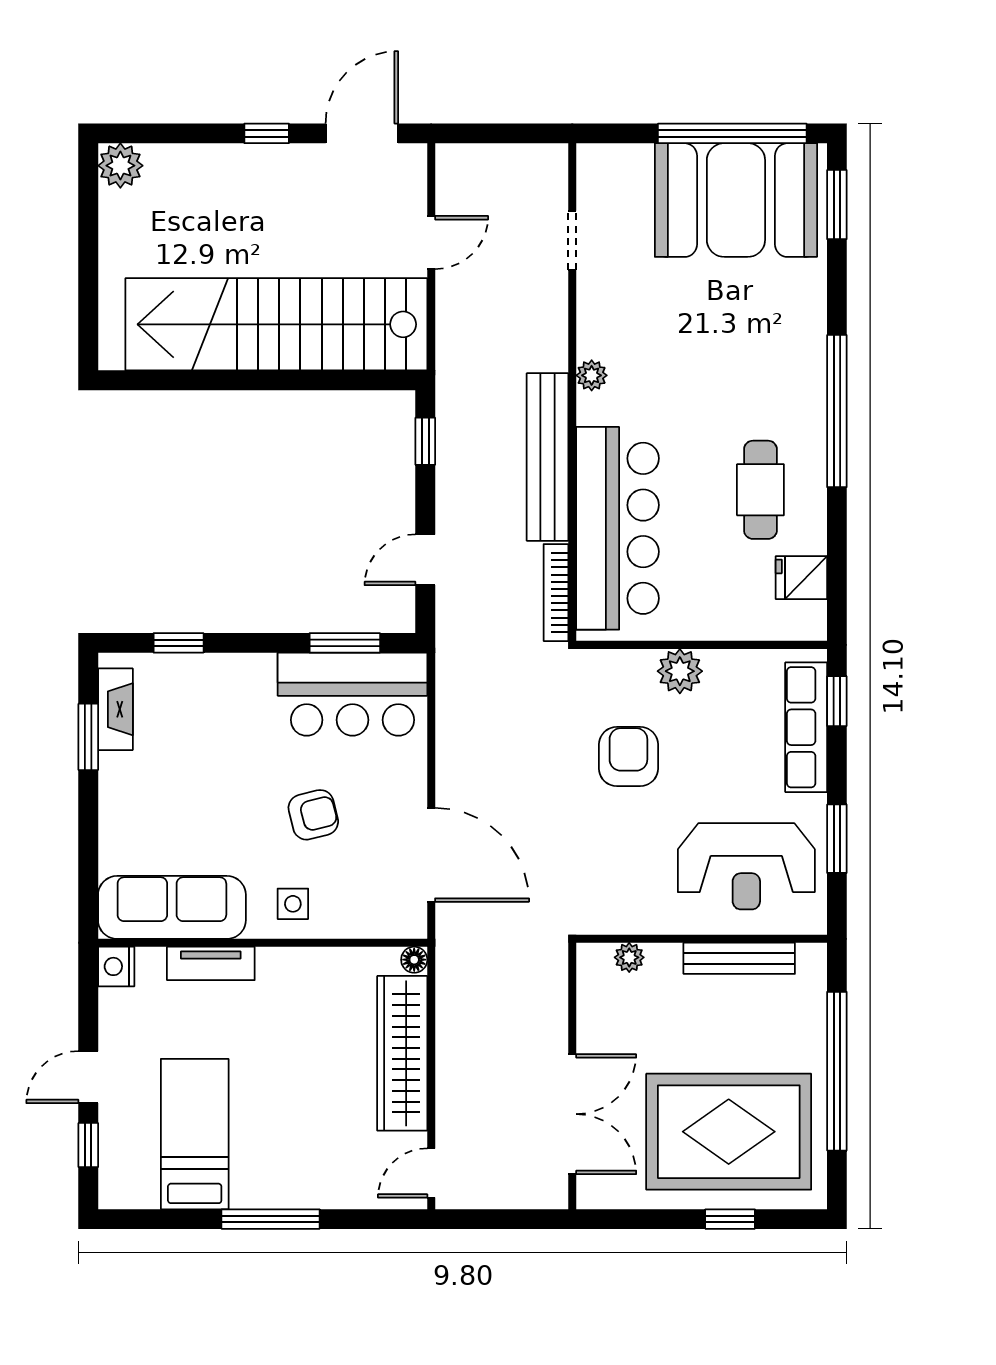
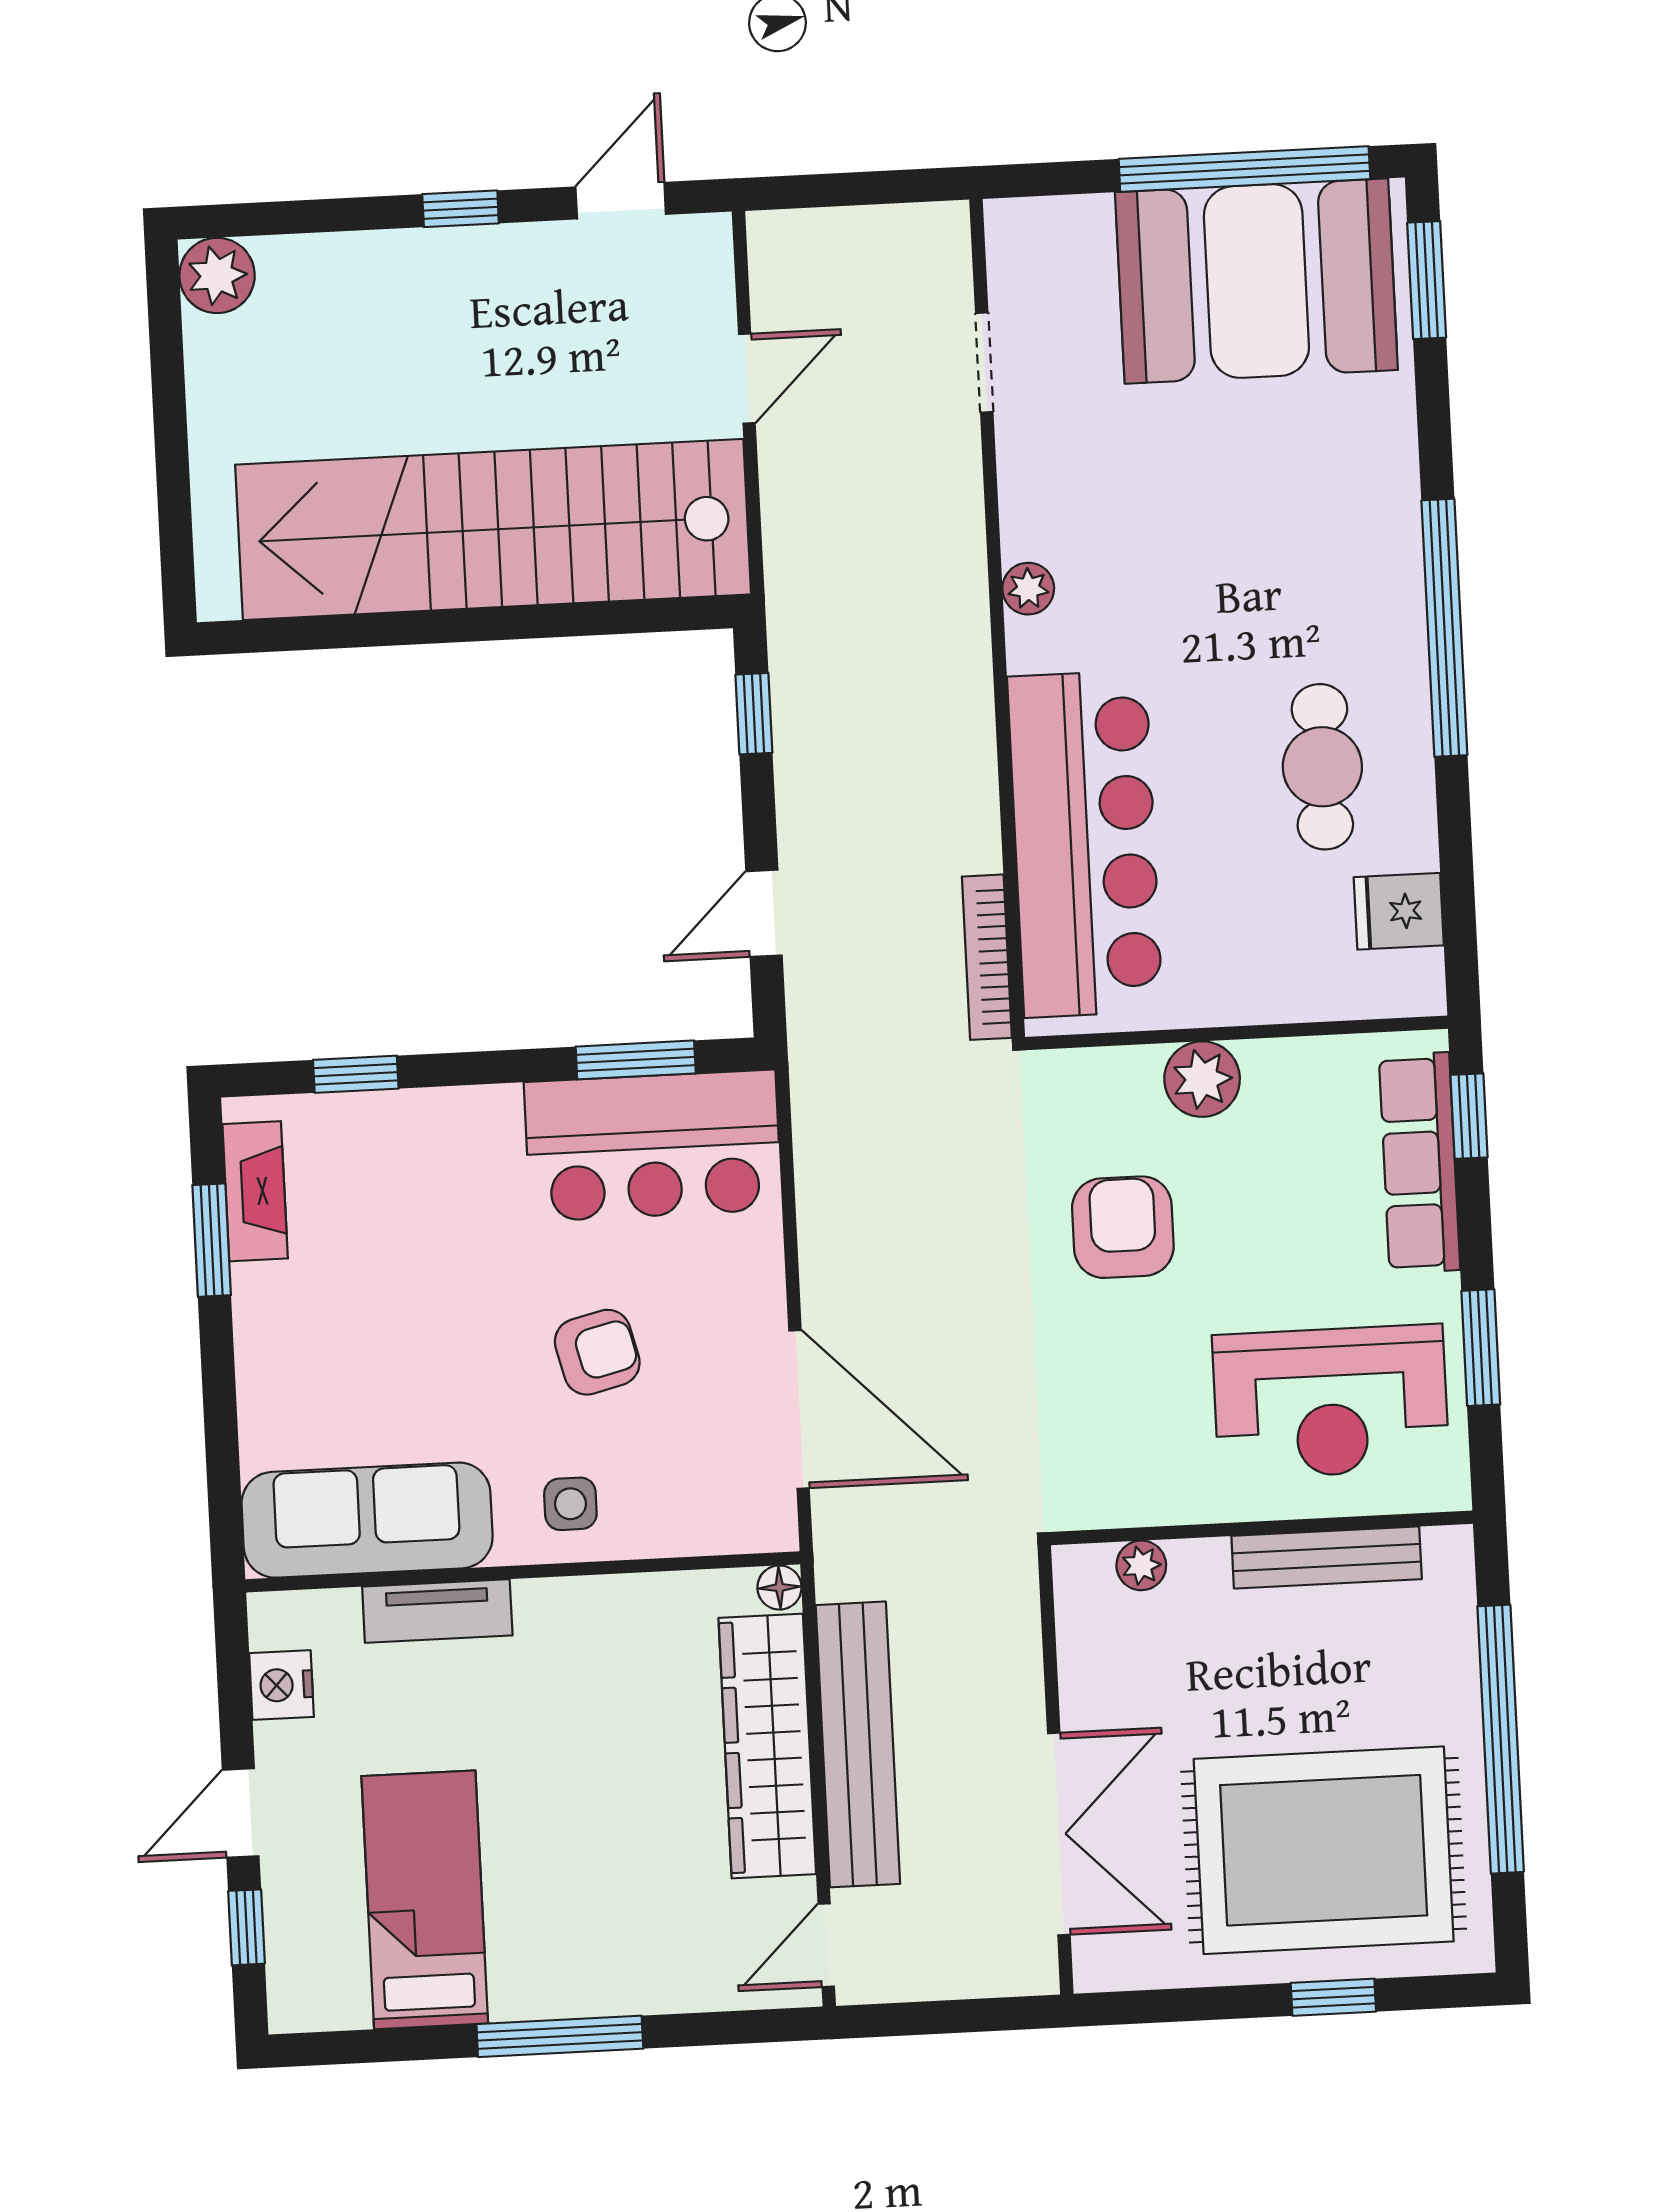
door: (362, 133) -> (621, 201), width x0.73
bench: (548, 457) -> (858, 1744), moved
nightstand: (116, 966) -> (281, 1685), moved

